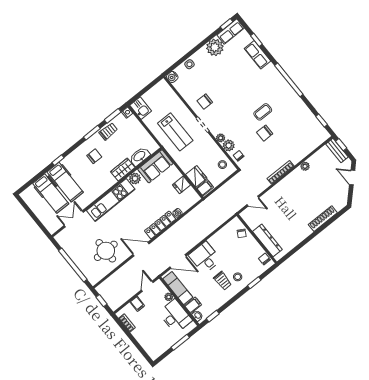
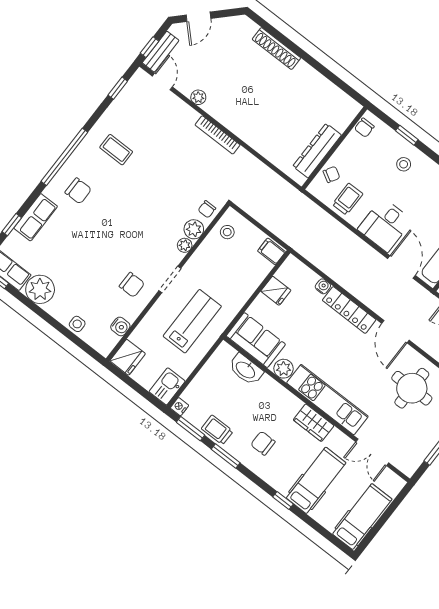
water cooler: (172, 77) -> (120, 326), moved
coffee table: (263, 112) -> (116, 150), moved
chair: (265, 133) -> (78, 191), moved
wardrobe: (123, 170) -> (314, 423), moved
fridge: (196, 176) -> (128, 357), moved, turned 180
hospital bed: (51, 194) -> (362, 517), moved
door: (253, 201) -> (162, 82), moved
dresser: (267, 240) -> (317, 151), moved
trolley: (223, 281) -> (348, 199), moved

